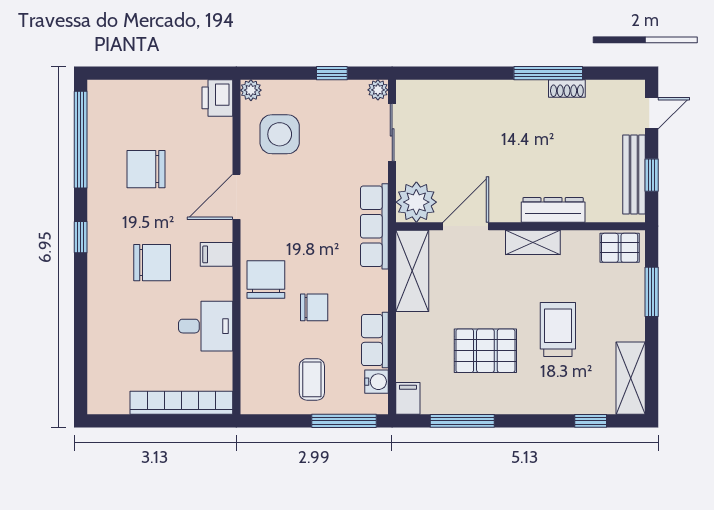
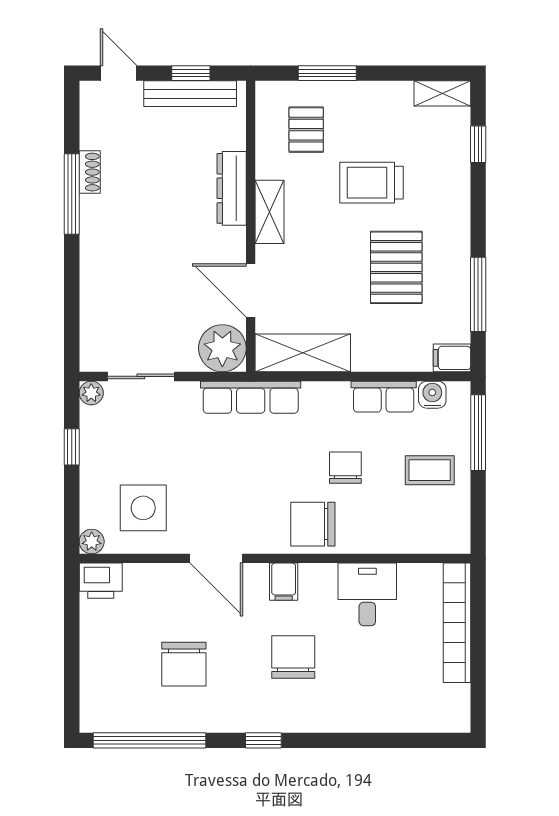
pallet: (620, 248) -> (306, 130), moved
shelving: (631, 378) -> (442, 93), width x0.67, depth x0.75

